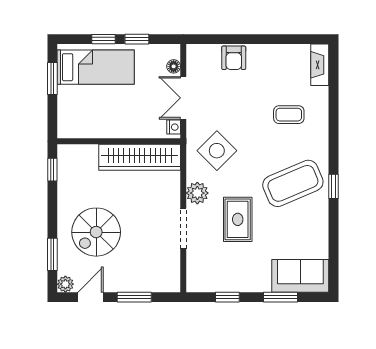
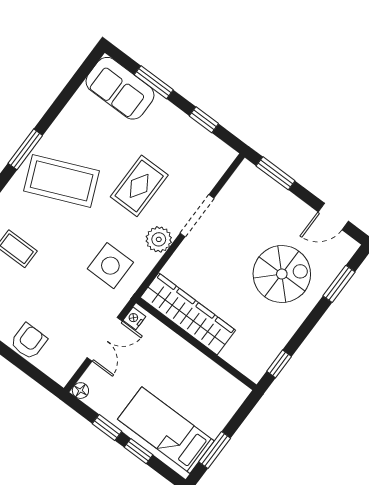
floor lamp: (174, 66) -> (80, 391), moved
side table: (217, 151) -> (110, 266), turned 45
window: (334, 186) -> (25, 149), width x1.50
plant: (65, 284) -> (348, 247), removed
window: (134, 297) -> (276, 173), moved

